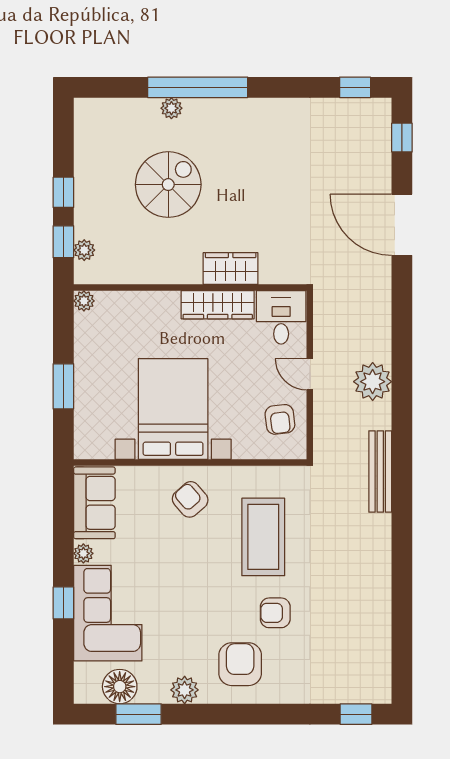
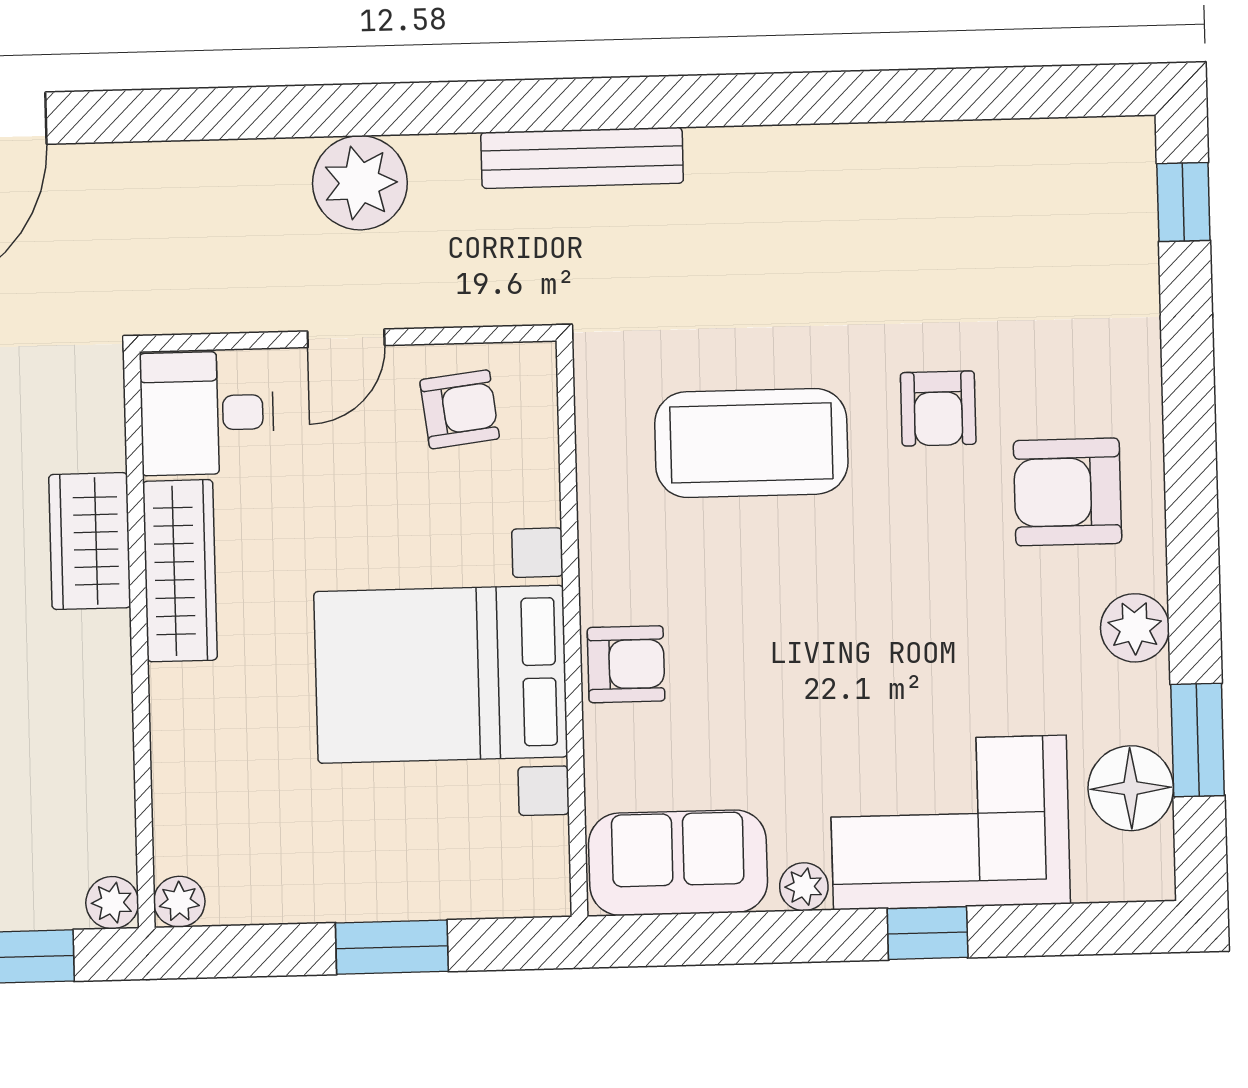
plant: (84, 250) -> (112, 903), moved
armchair: (190, 499) -> (626, 664), moved, turned -139

